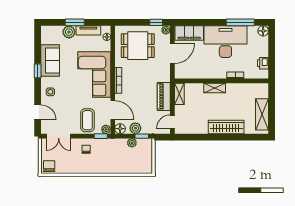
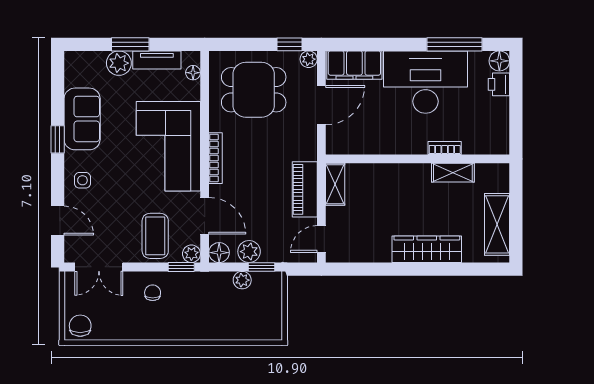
printer: (263, 63) -> (499, 84), moved
shelving: (215, 88) -> (453, 173), moved

